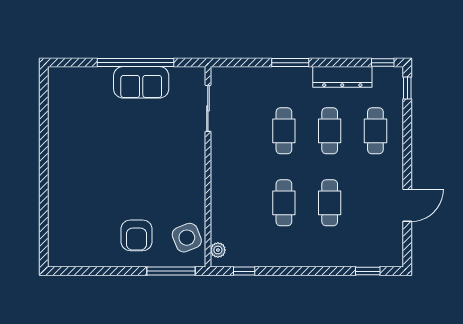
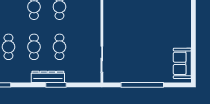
dresser: (342, 77) -> (48, 77), moved
sofa: (141, 82) -> (182, 63), moved, turned -90

